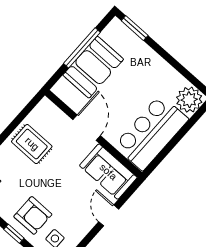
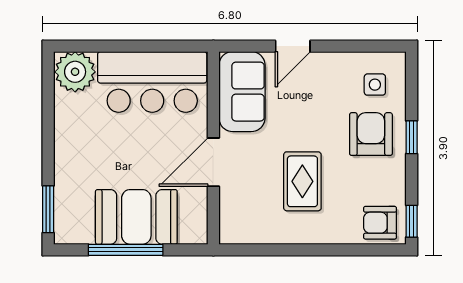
rug: (32, 144) -> (302, 181), moved

